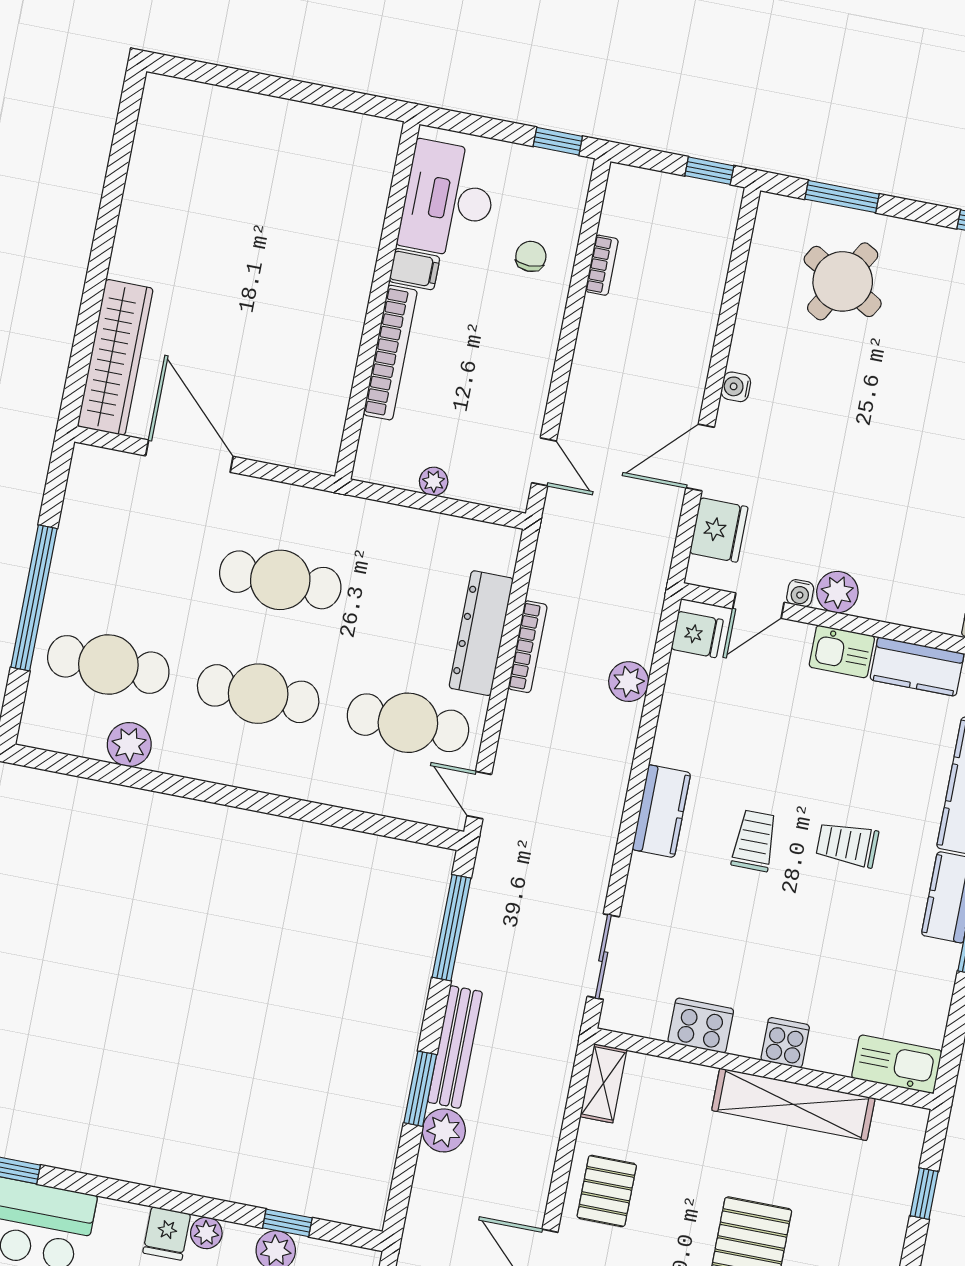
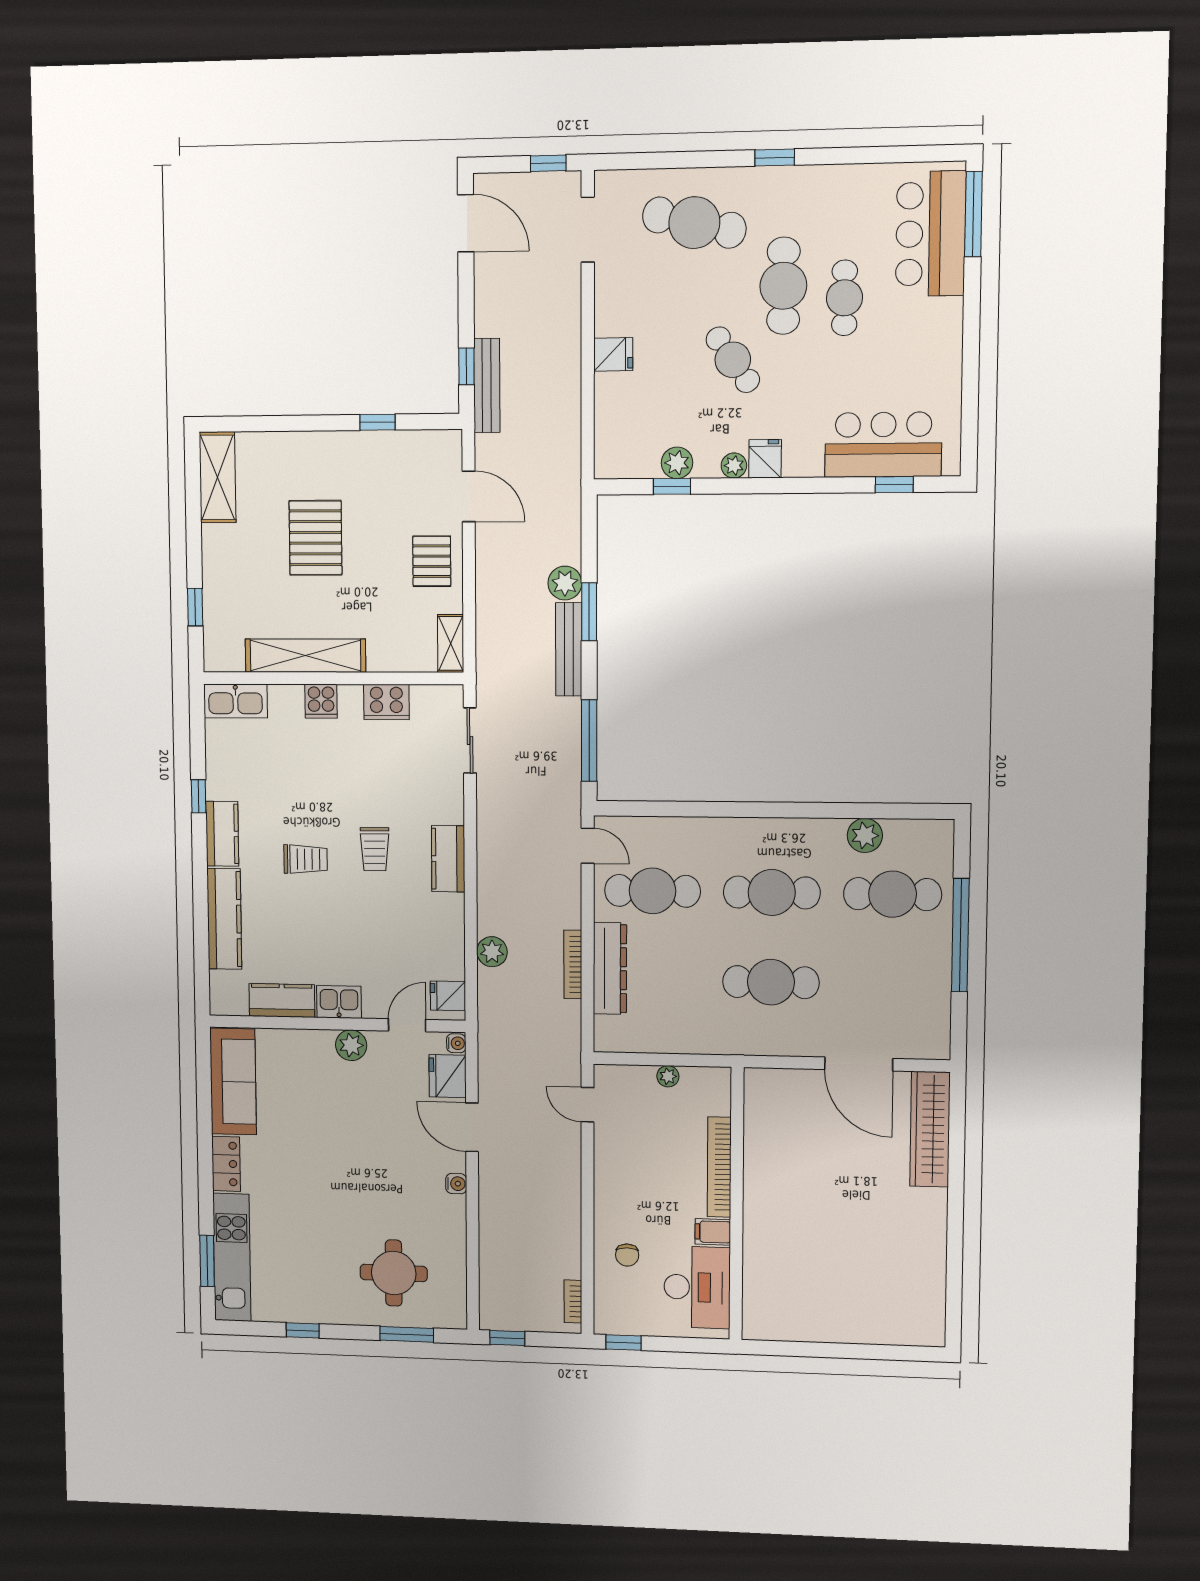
bookcase: (602, 265) -> (573, 1301), moved
round table: (843, 281) -> (394, 1273), turned -30
door: (700, 458) -> (472, 1127), swing flipped
water cooler: (800, 593) -> (456, 1043), moved, turned 90

